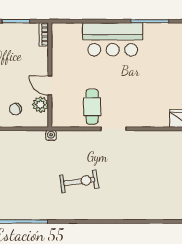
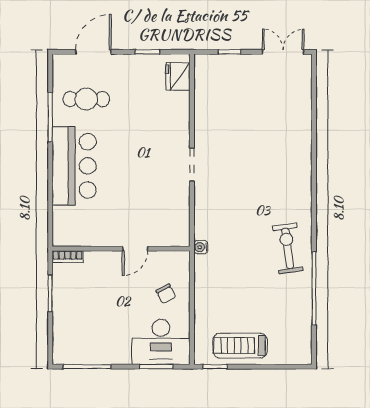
plant: (40, 105) -> (160, 261), removed
cafe table: (92, 107) -> (86, 99), moved
exercise bike: (79, 181) -> (288, 248), moved

